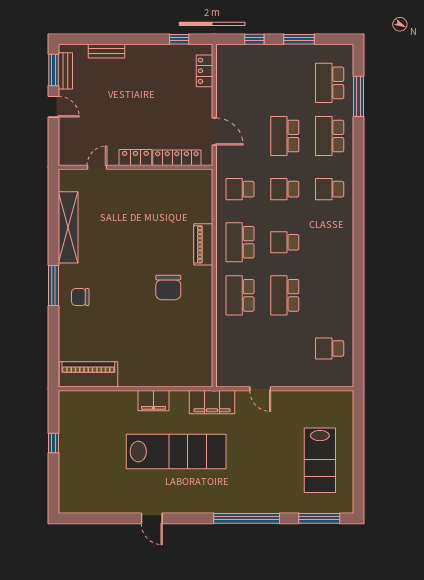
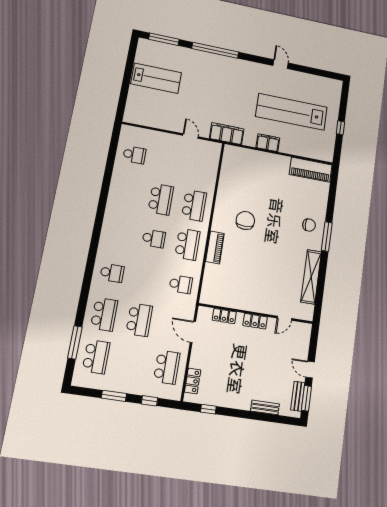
locker: (177, 158) -> (224, 316), width x0.66
school desk: (285, 189) -> (167, 367), moved, width x1.85
lab bench: (176, 452) -> (291, 112), moved
lab bench: (320, 460) -> (156, 78), turned 90

